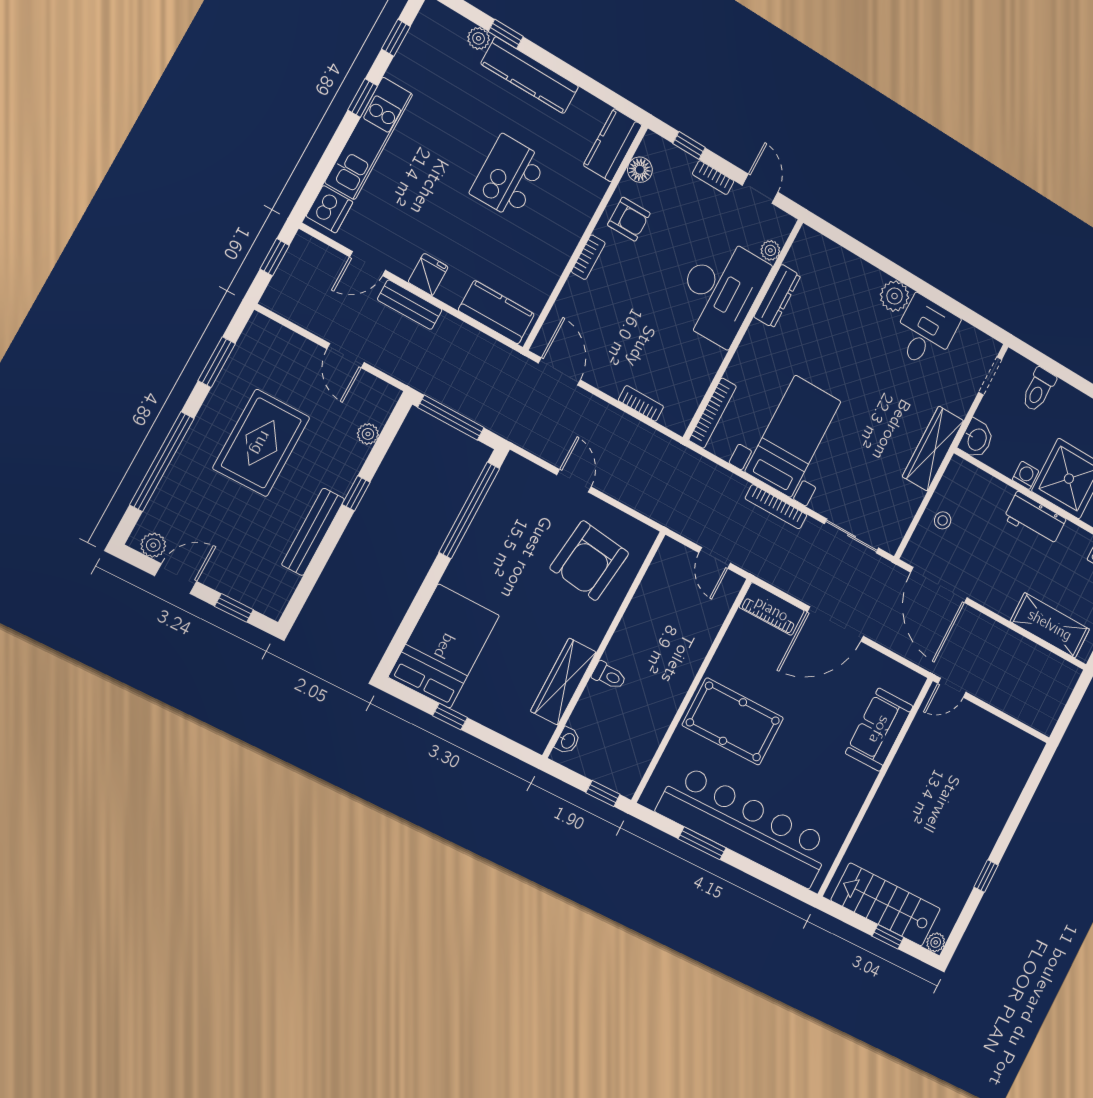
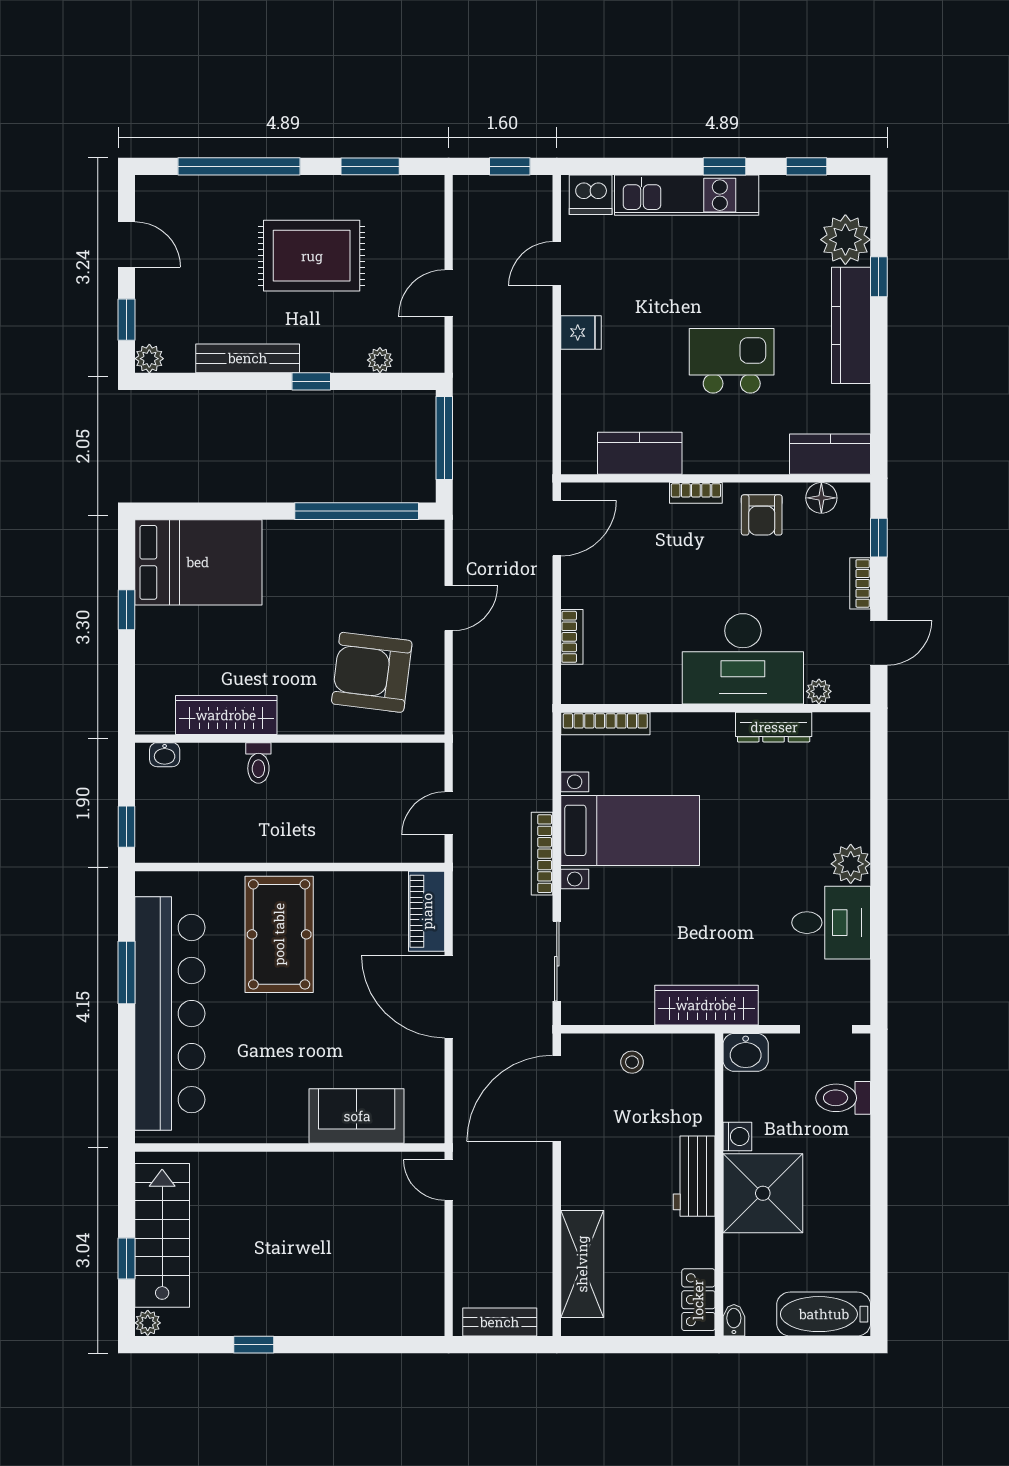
plant: (479, 38) -> (845, 240), width x1.87, depth x1.87
door: (368, 264) -> (557, 264), hinge flipped
bench: (410, 305) -> (500, 1322), moved, turned 90
kitchen counter: (496, 312) -> (640, 453), moved, turned -90
plant: (153, 545) -> (149, 359), moved

